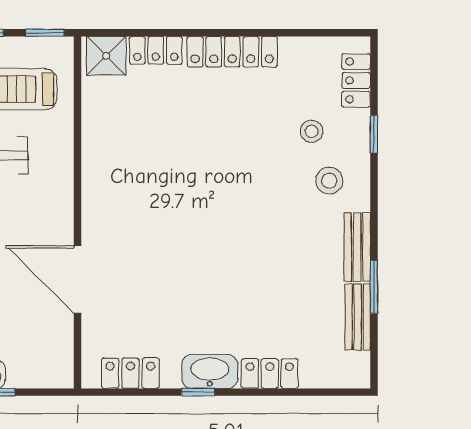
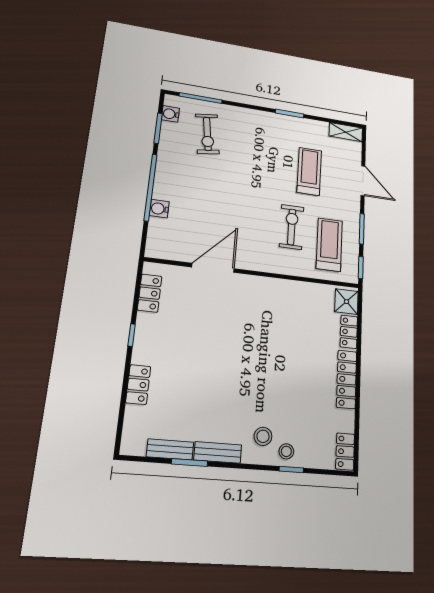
locker: (356, 80) -> (345, 452), moved, turned -90
stool: (312, 131) -> (286, 451), moved
washbasin: (210, 371) -> (144, 344), removed

